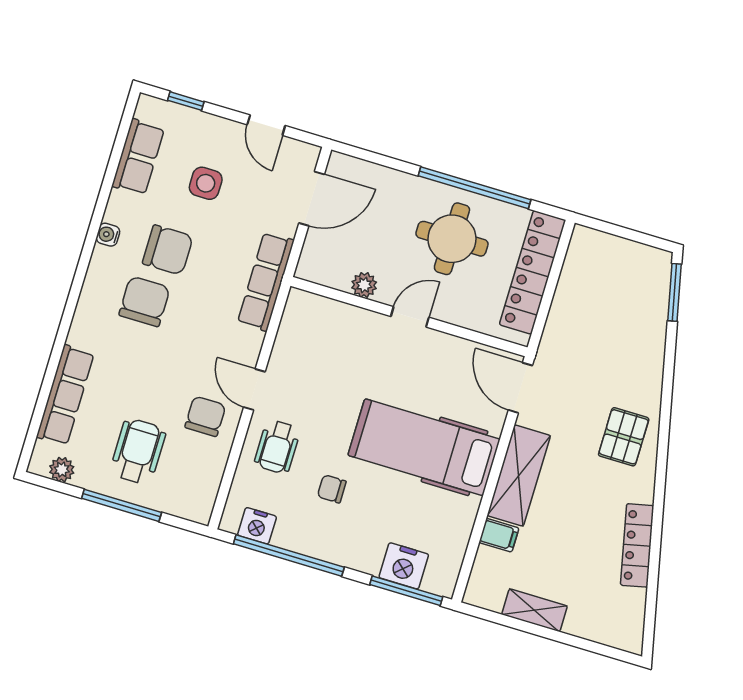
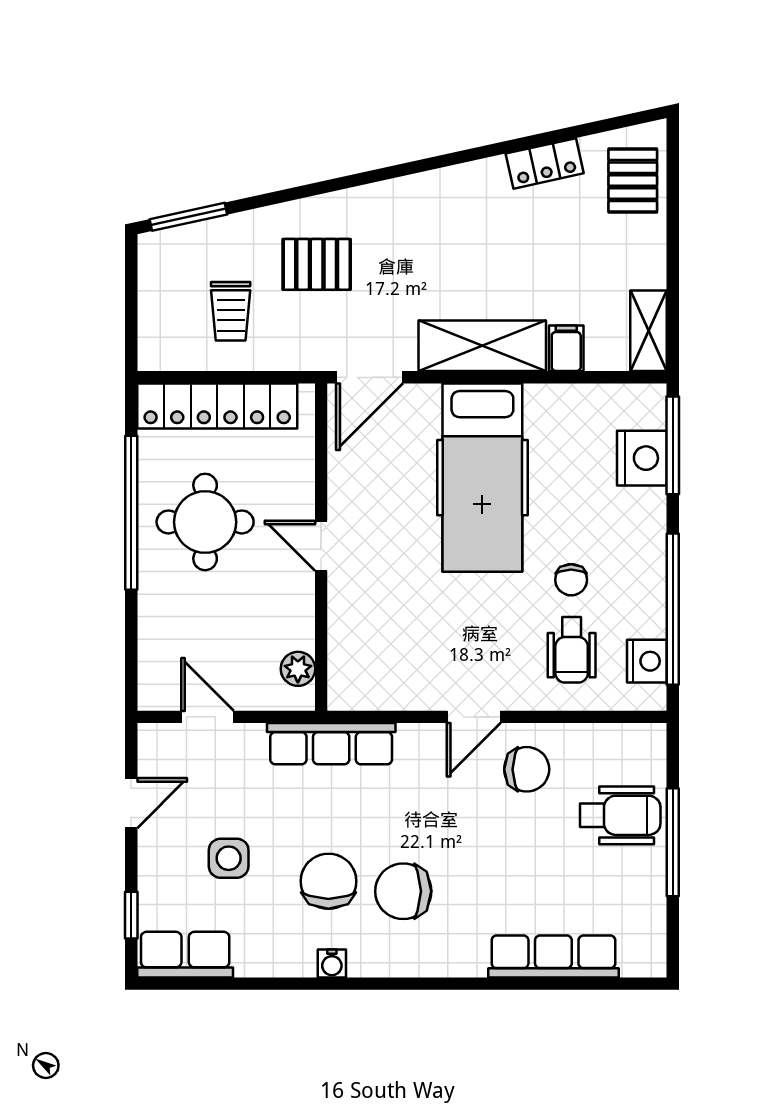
row of seats: (138, 157) -> (185, 955), moved
door: (312, 199) -> (208, 717), width x0.73
plant: (364, 285) -> (298, 669), moved
trolley: (598, 302) -> (231, 311), added
chair: (205, 416) -> (527, 769), turned 180
pallet: (624, 437) -> (317, 264), moved
wheelchair: (277, 447) -> (572, 650), moved, turned 90
wheelchair: (138, 451) -> (620, 815), moved, turned 180
plant: (62, 470) -> (650, 932), removed
locker: (637, 545) -> (545, 163), width x0.66
shelving: (534, 610) -> (649, 331), moved
pallet: (605, 619) -> (633, 181), added

